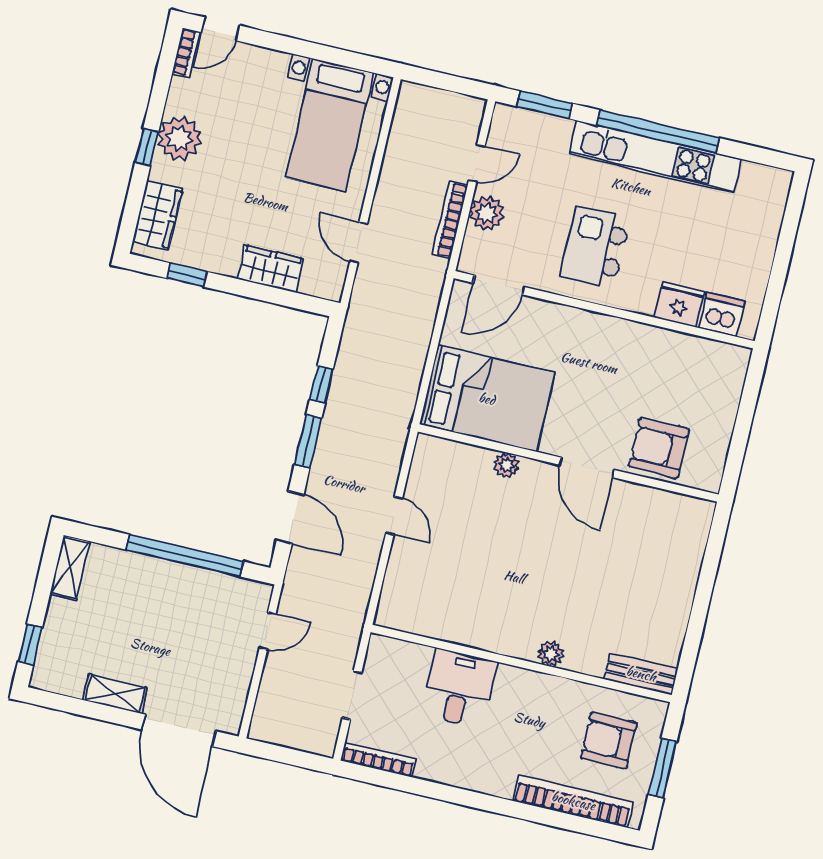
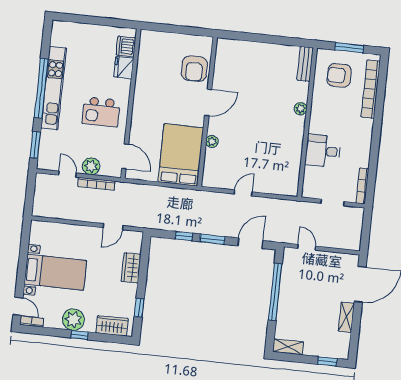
bed with nightstands: (329, 125) -> (55, 272), moved
armchair: (609, 741) -> (339, 75), turned 90

